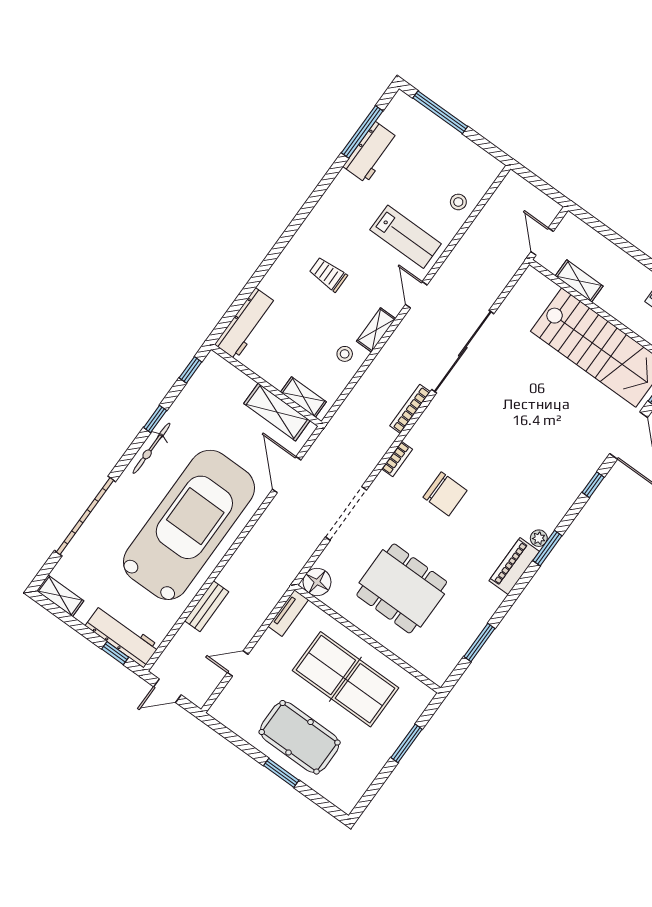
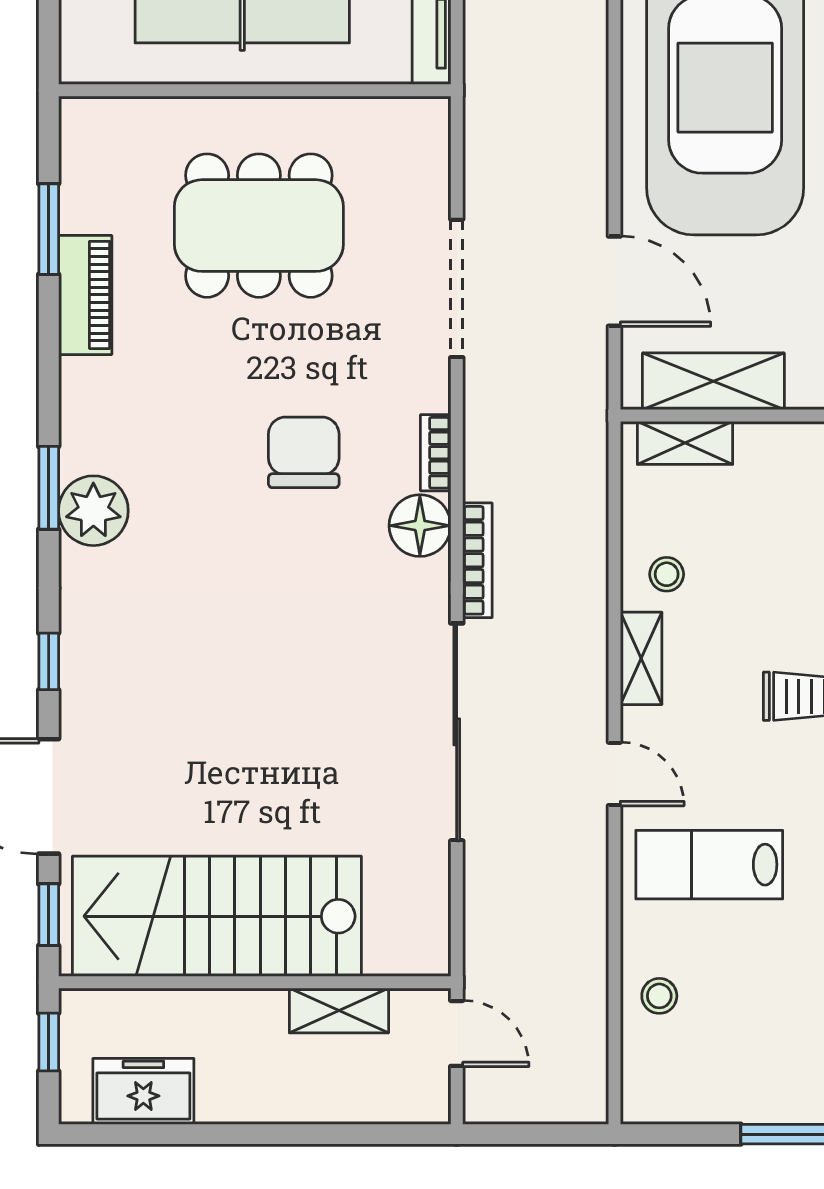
chair: (445, 494) -> (304, 452), turned 90
plant: (539, 538) -> (93, 511), width x1.88, depth x1.88
piano: (514, 566) -> (85, 295), moved
floor lamp: (317, 582) -> (420, 526), moved

